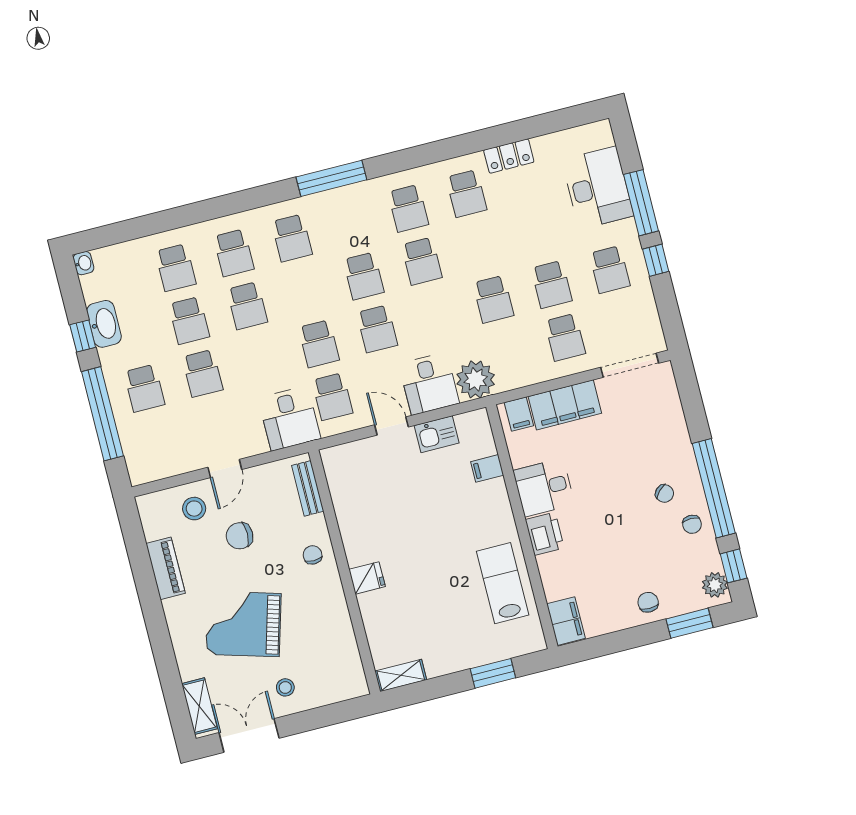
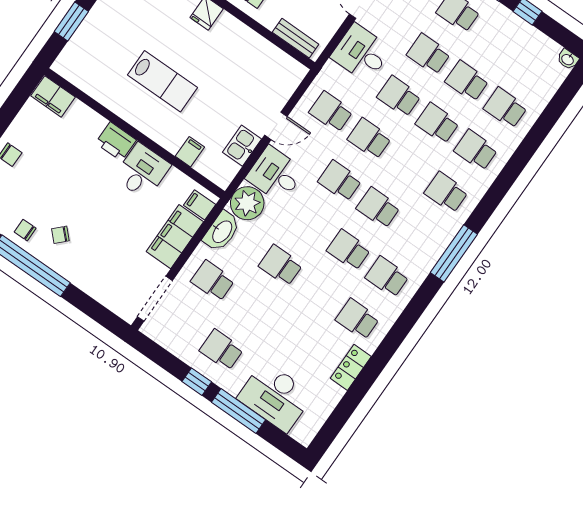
school desk: (552, 284) -> (399, 96), moved
washbasin: (104, 324) -> (222, 231), moved, turned -90
desk: (289, 418) -> (361, 53), moved
lab bench: (503, 583) -> (162, 81), moved

